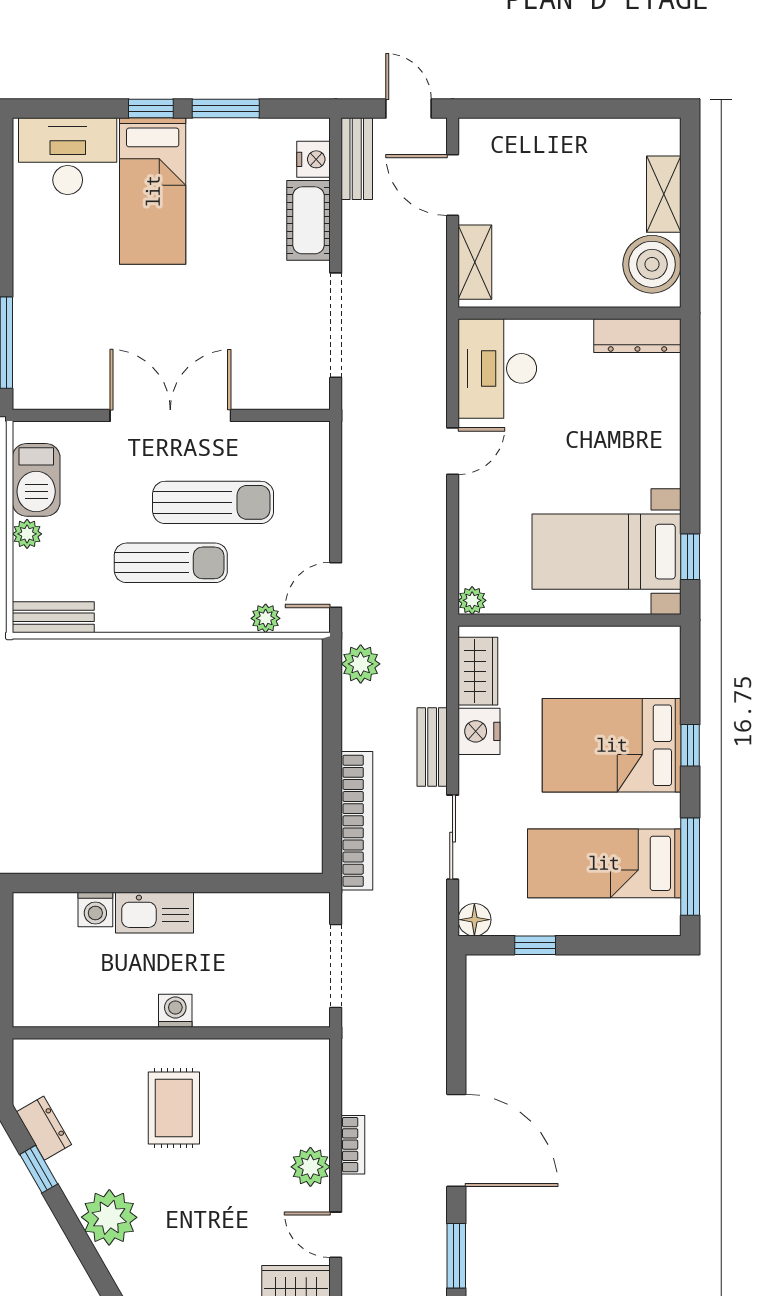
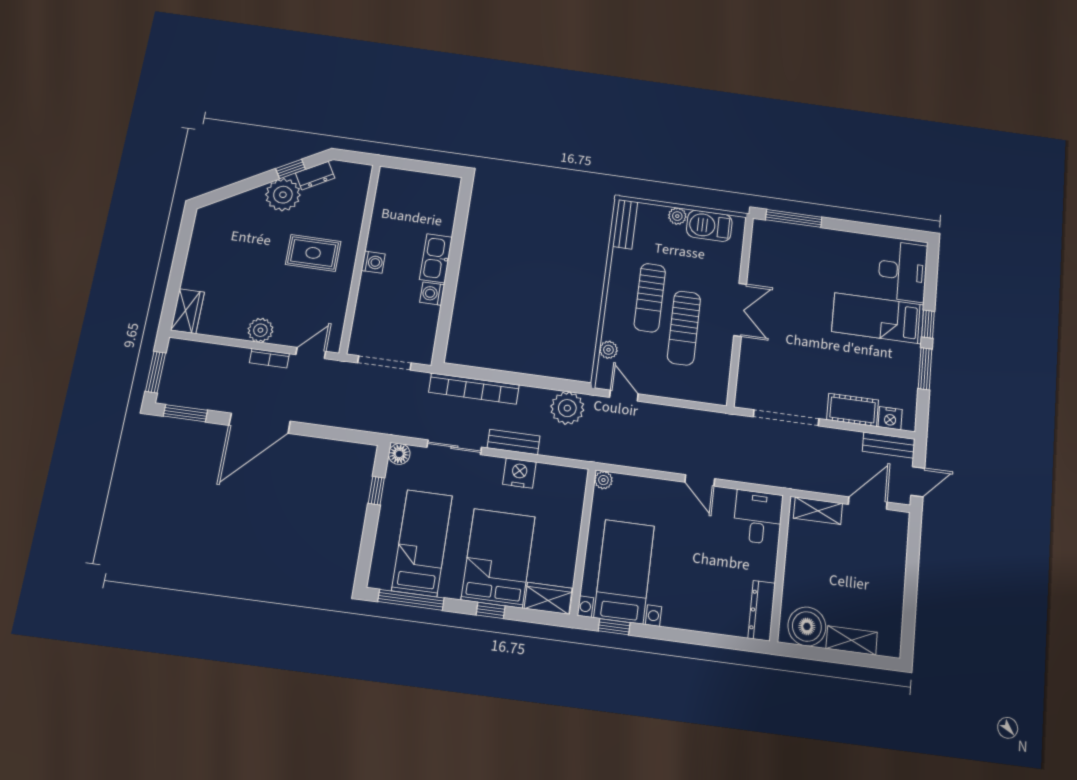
desk: (497, 368) -> (758, 517), width x0.73
double door: (170, 415) -> (740, 310), width x0.73
plant: (361, 664) -> (567, 408), width x1.36, depth x1.36
wardrobe: (478, 671) -> (548, 598), moved, turned 180
washing machine: (95, 910) -> (432, 294), moved
plant: (109, 1217) -> (283, 195), moved
door: (336, 1235) -> (311, 353), moved

